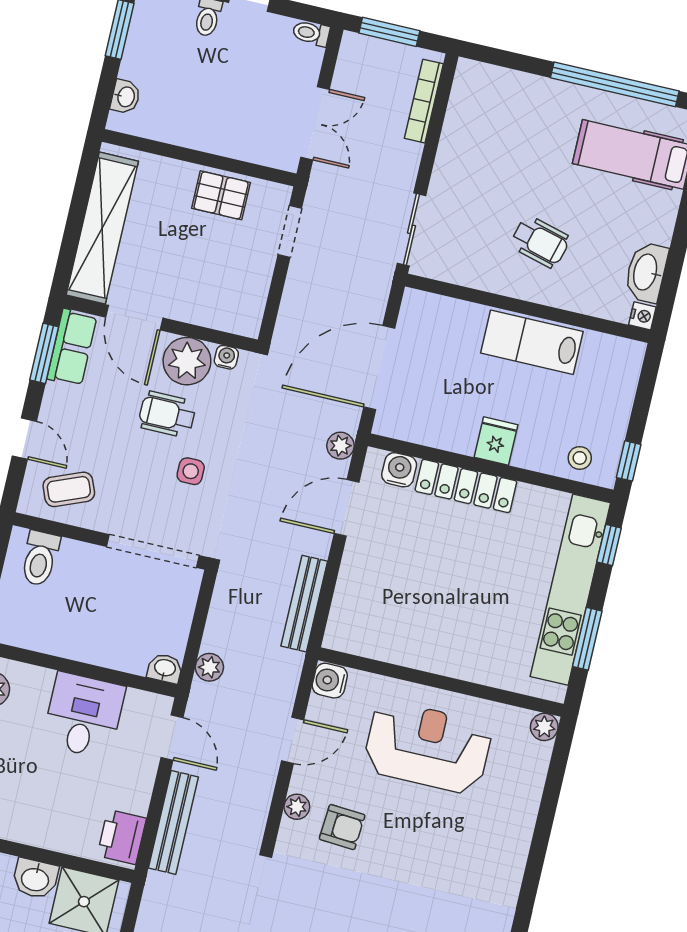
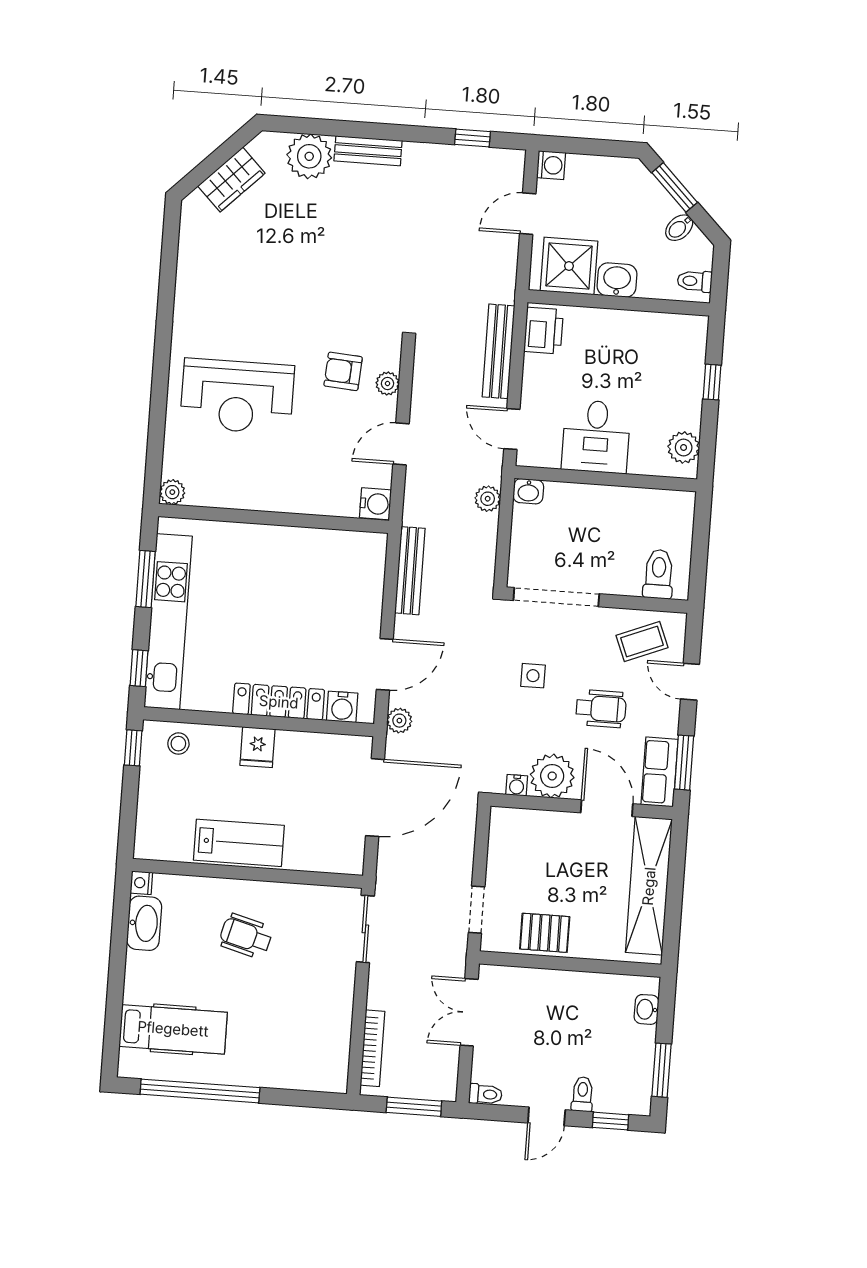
wheelchair: (167, 414) -> (601, 709), moved
reception desk: (428, 747) -> (237, 396), moved

